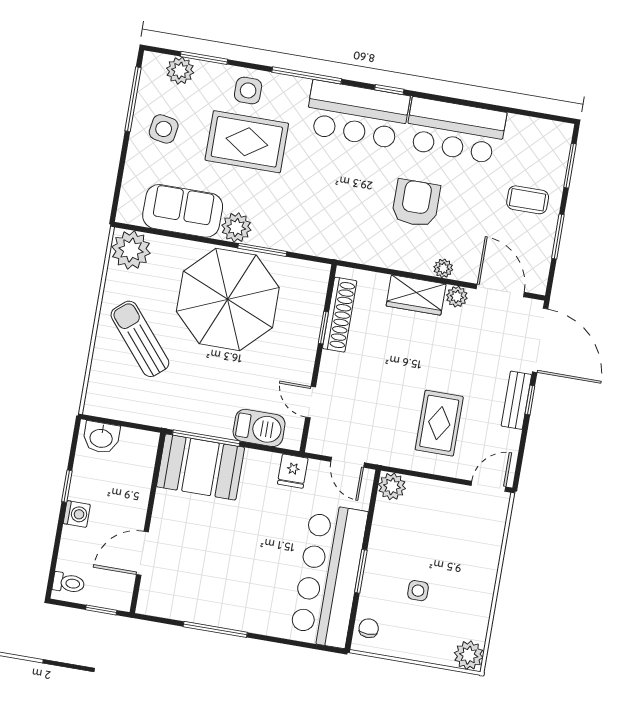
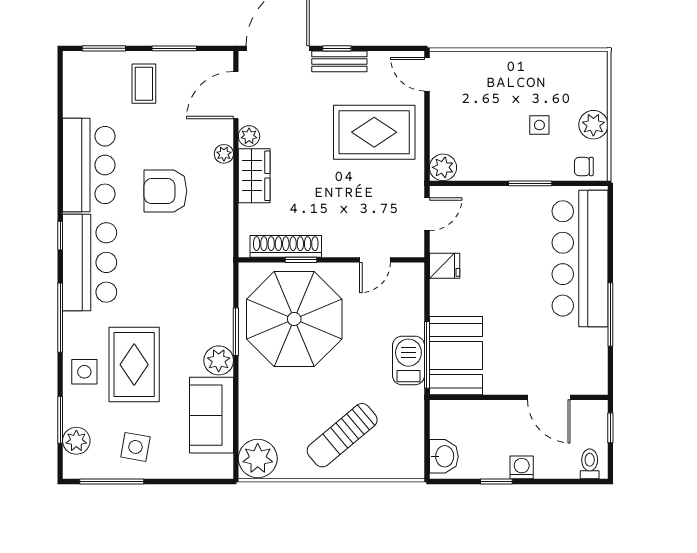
parasol: (228, 299) -> (294, 319), moved
rug: (439, 423) -> (374, 132), width x1.36, depth x1.43
barbecue: (259, 428) -> (408, 360), moved
bar counter: (329, 575) -> (580, 258), moved, turned 90
plant: (469, 655) -> (593, 125), moved

